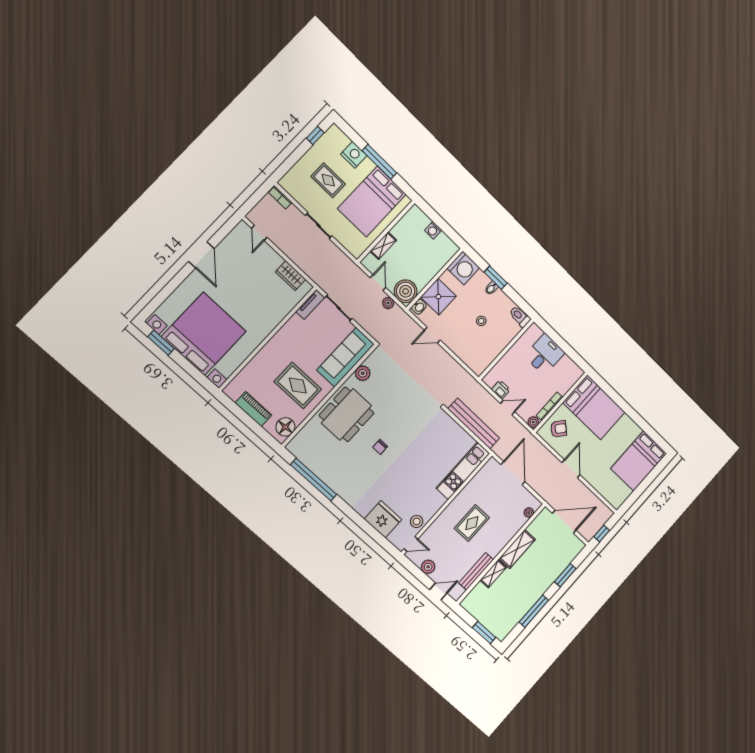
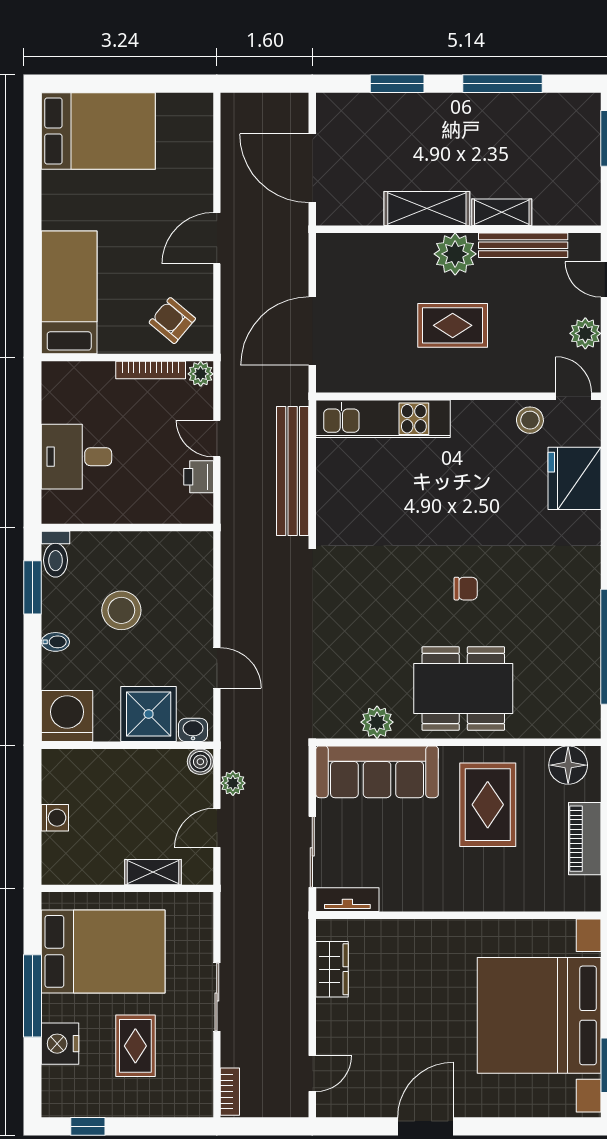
window: (496, 278) -> (33, 587), moved
boiler: (406, 291) -> (200, 762), width x0.54, depth x0.54
stool: (481, 321) -> (121, 610), width x1.89, depth x1.89
bed: (594, 407) -> (69, 292), width x0.67
plant: (529, 513) -> (455, 254), moved, width x1.87, depth x1.87
window: (602, 533) -> (274, 84), removed

